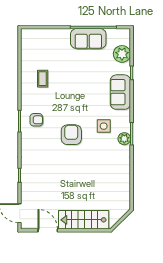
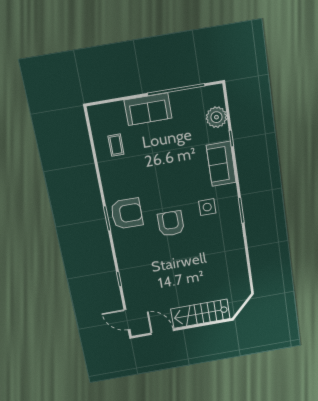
sofa: (88, 39) -> (148, 109), moved
coffee table: (43, 79) -> (116, 145), moved
armchair: (36, 120) -> (127, 214), width x1.88, depth x1.88
plant: (124, 139) -> (233, 217), removed

